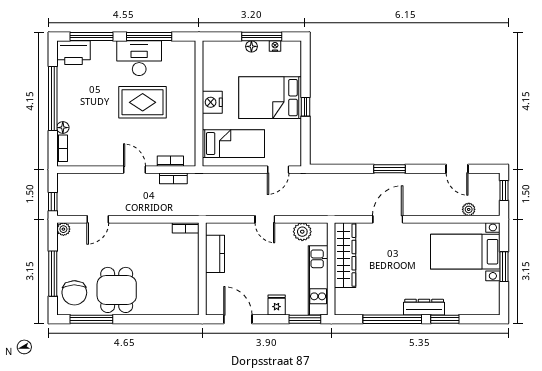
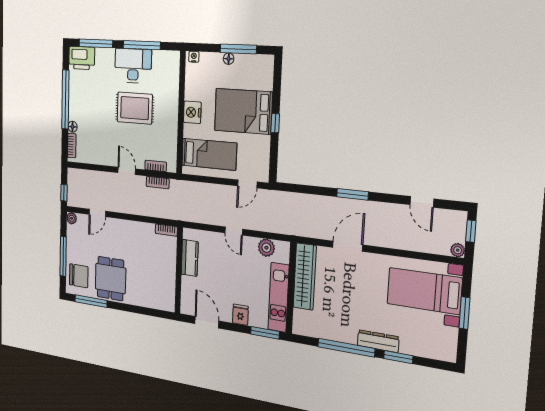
nightstand: (275, 46) -> (194, 57), moved
plant: (469, 209) -> (458, 250), moved
chair: (74, 293) -> (79, 276), turned -89

